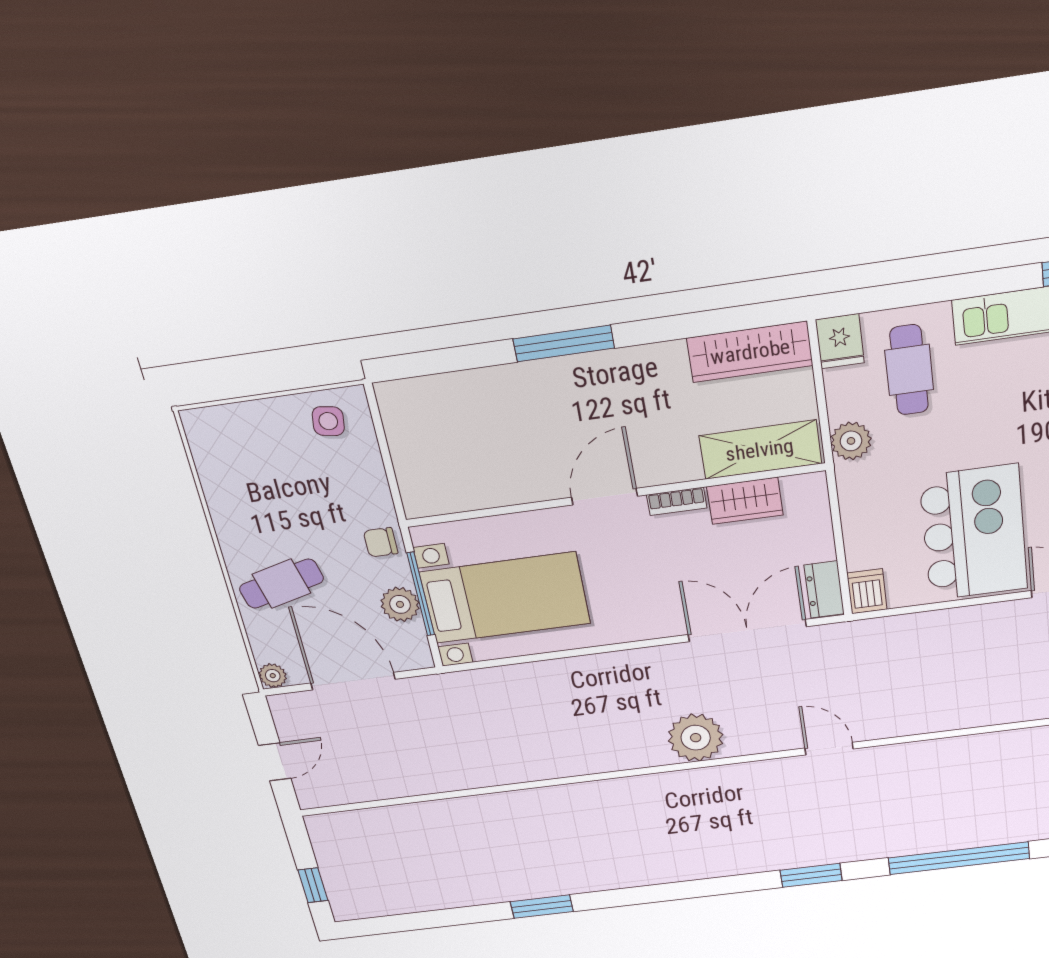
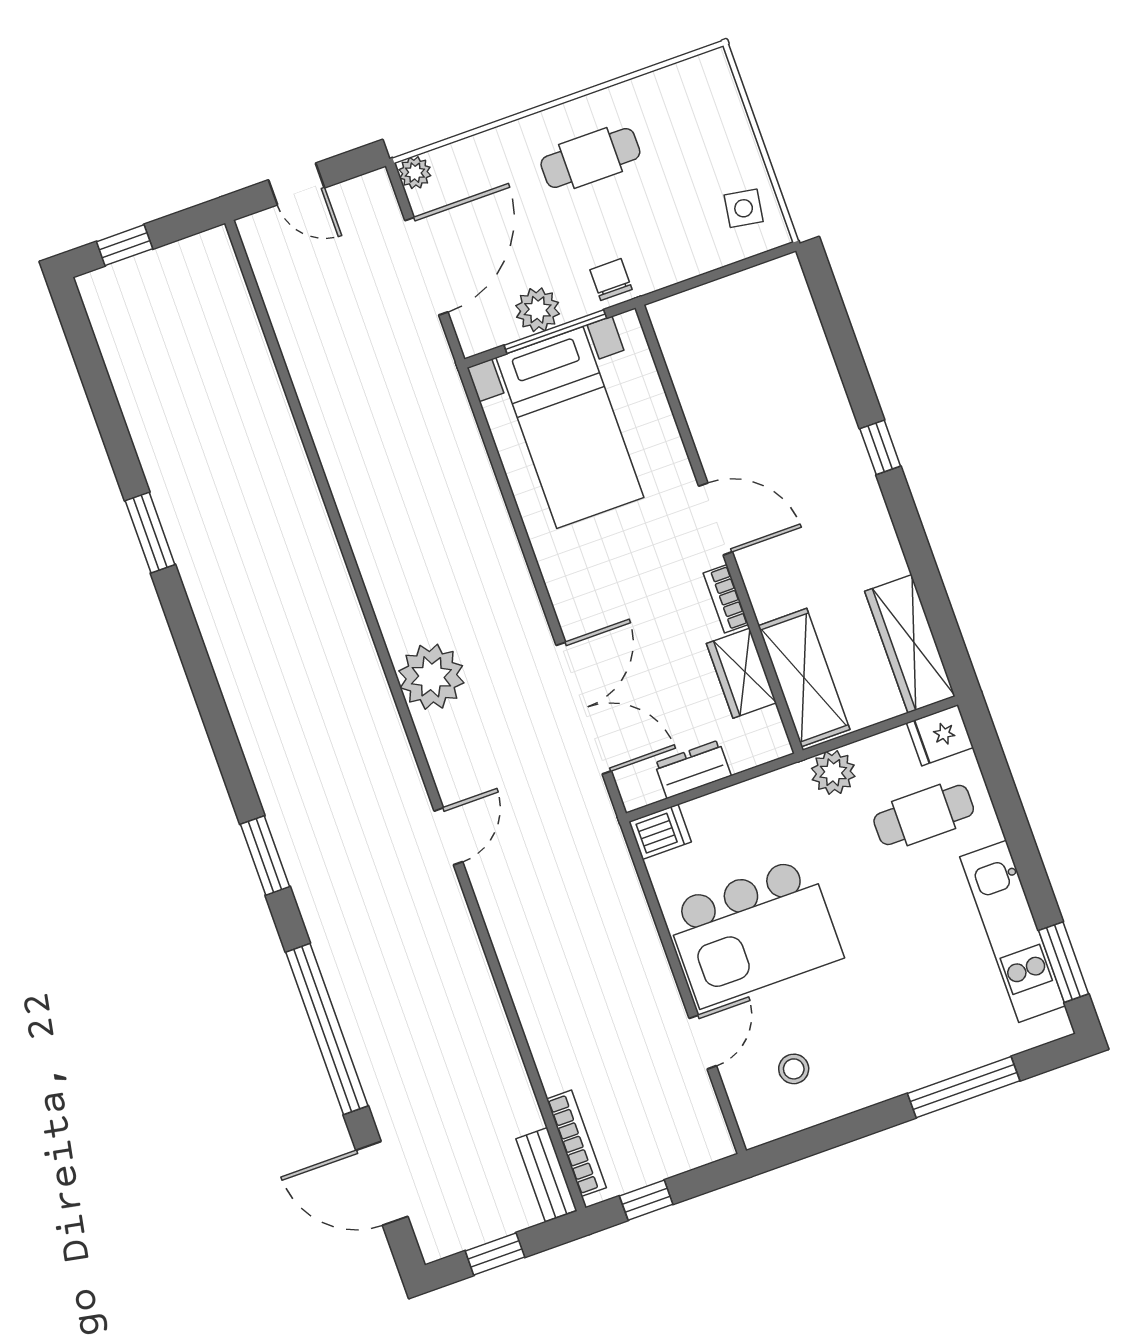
window: (564, 343) -> (880, 447), width x0.46
cafe table: (281, 584) -> (590, 158), moved, turned -76
dresser: (824, 590) -> (693, 769), moved

